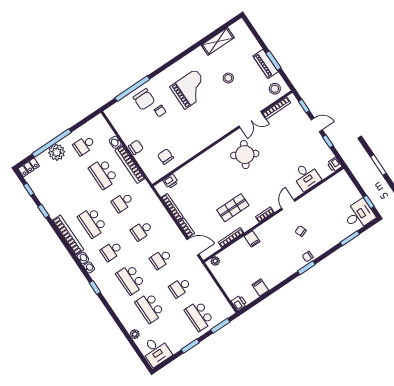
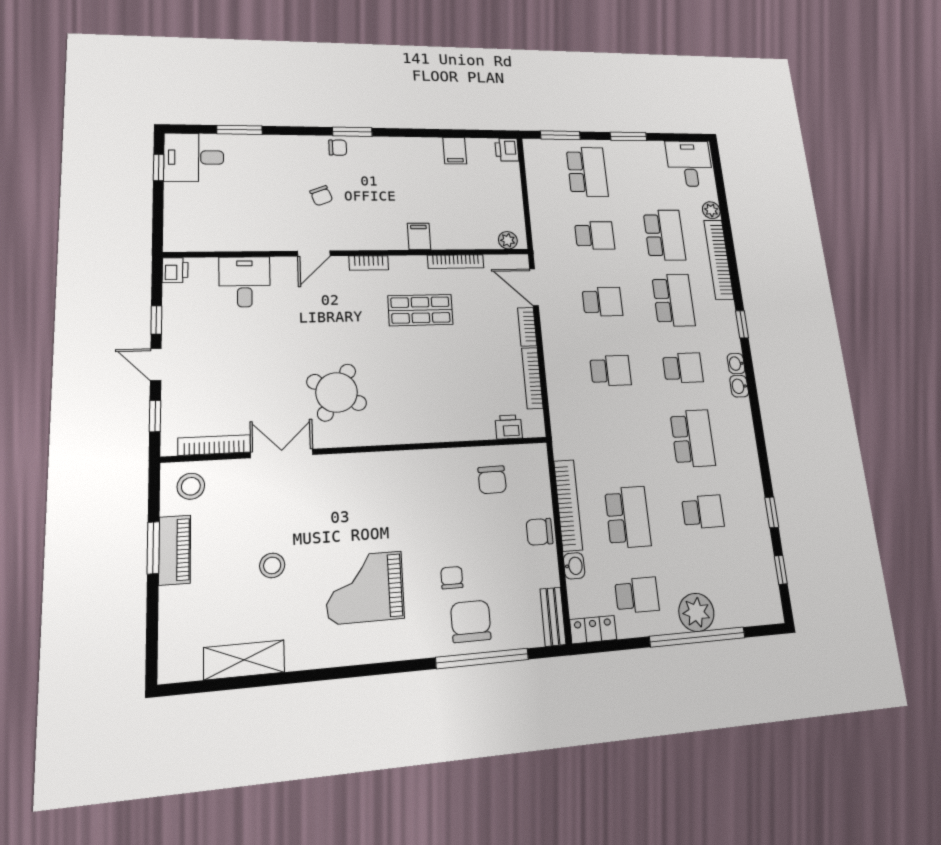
bench: (113, 119) -> (553, 617), added
locker: (29, 167) -> (593, 630), moved
school desk: (123, 202) -> (703, 512), moved
bookcase: (68, 235) -> (719, 259), moved

